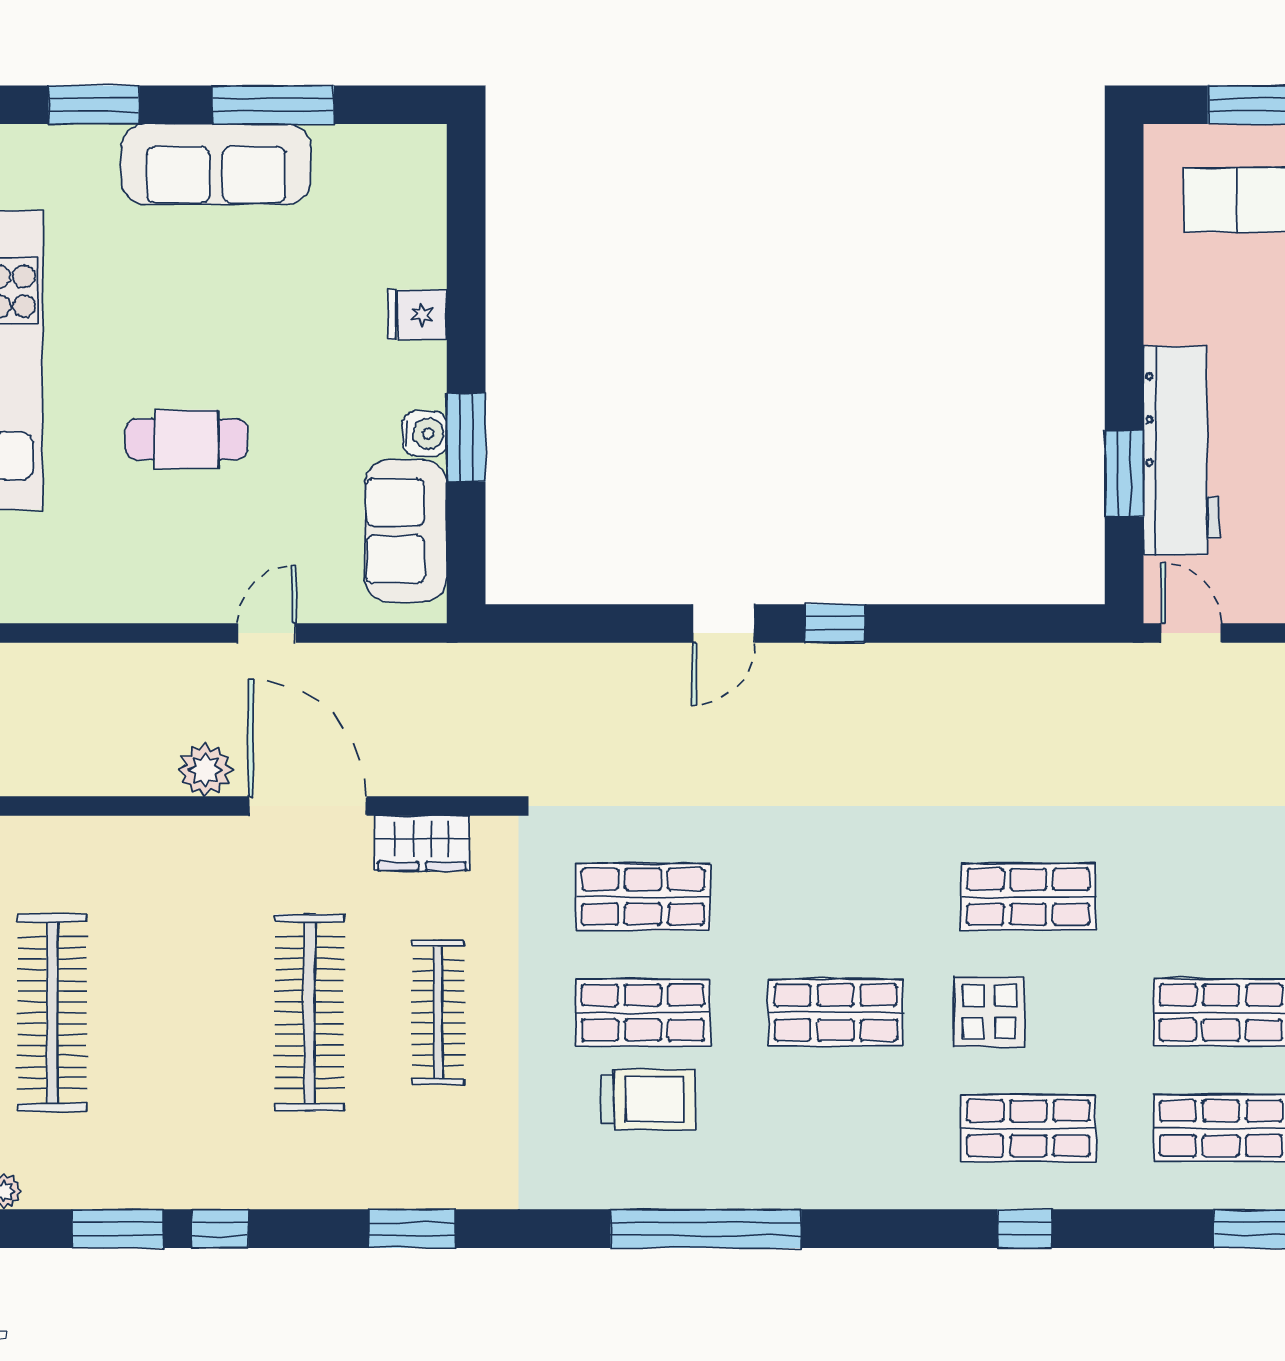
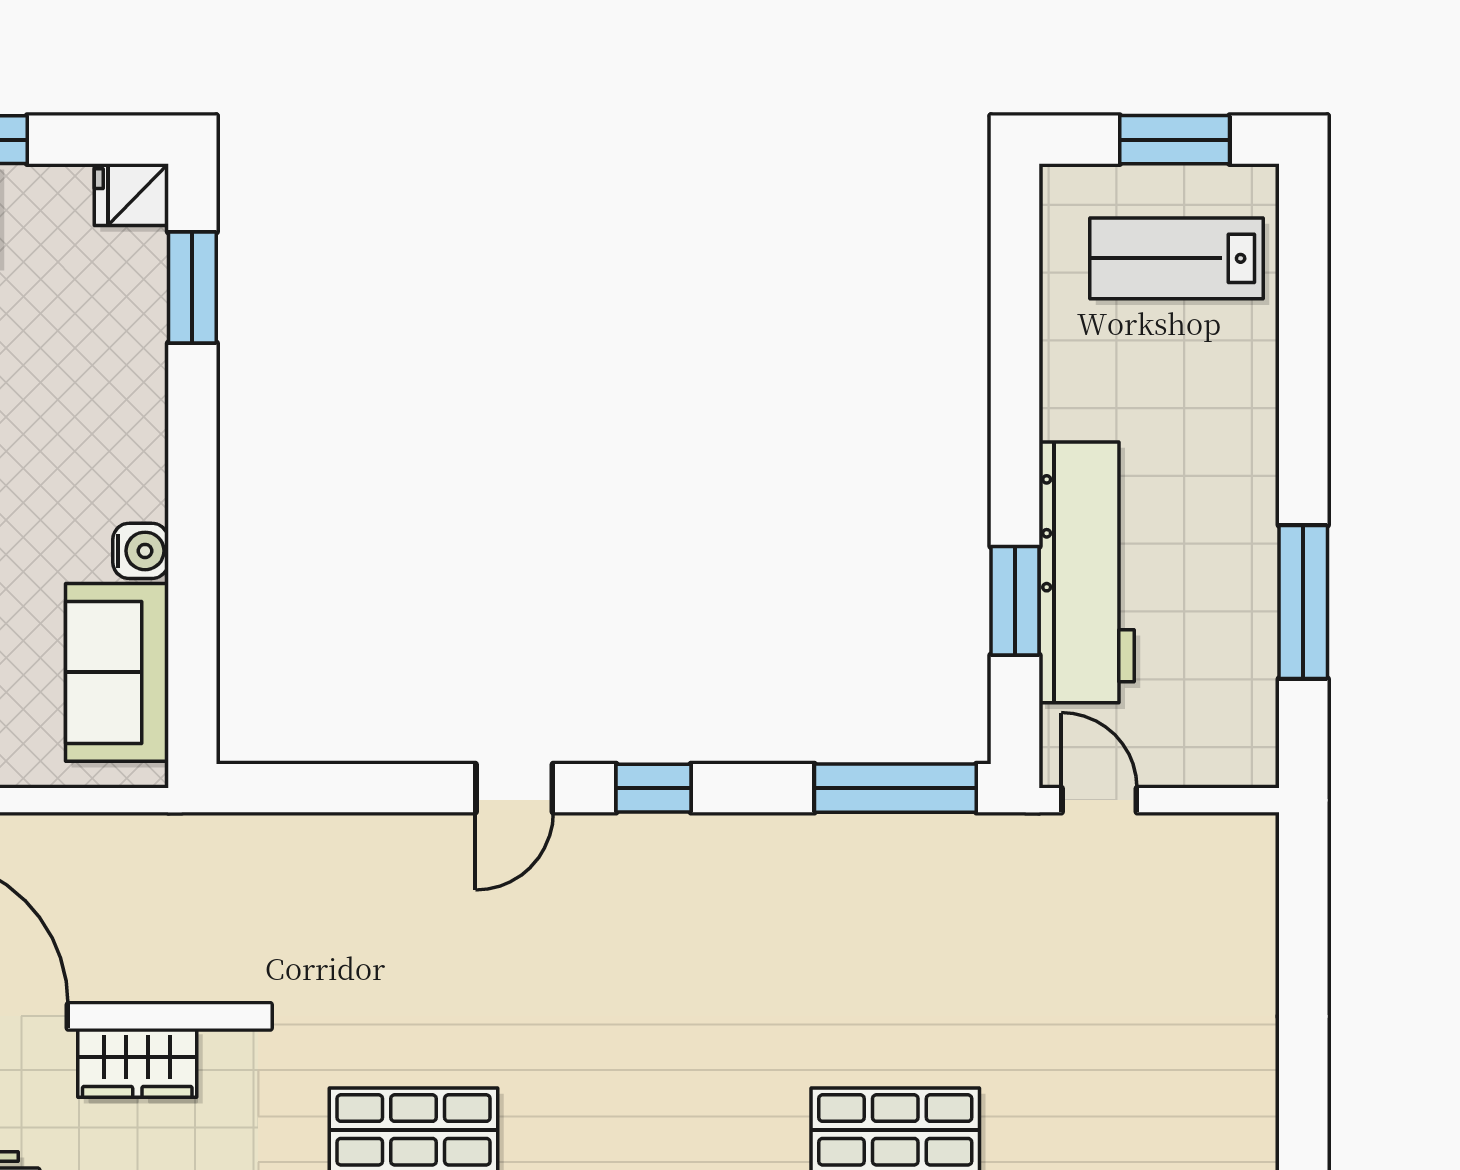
fridge: (417, 315) -> (131, 195), moved
window: (466, 437) -> (192, 288), moved
window: (1028, 623) -> (895, 788), added

